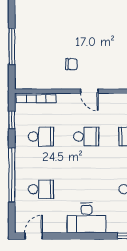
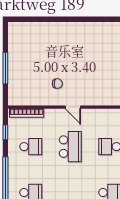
school desk: (86, 137) -> (70, 147), width x1.85

